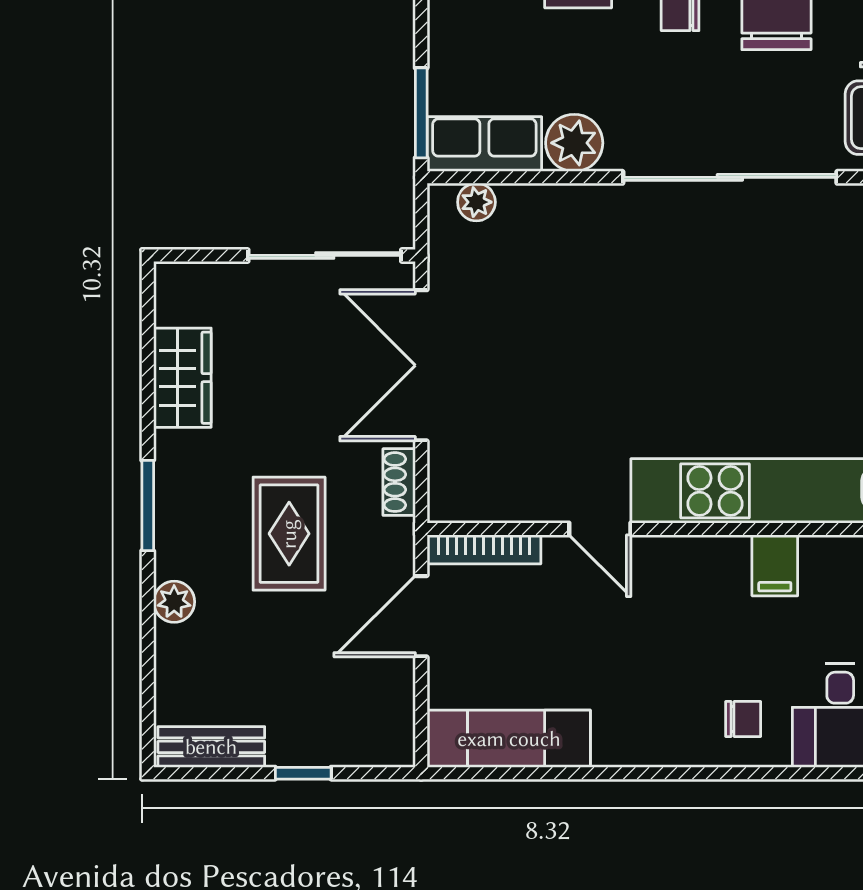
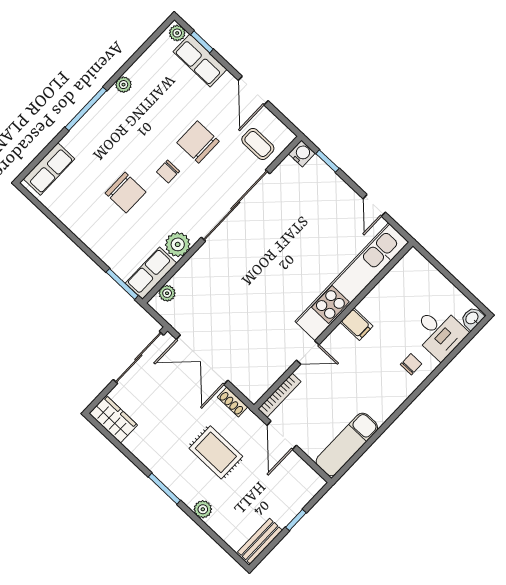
wardrobe: (182, 378) -> (113, 419), moved
filing cabinet: (775, 565) -> (357, 324), moved

